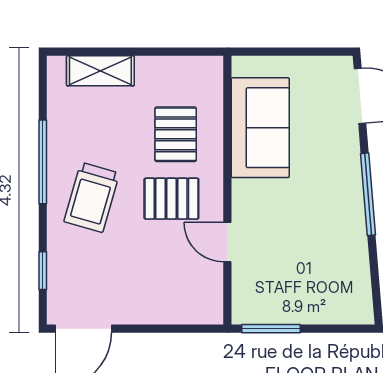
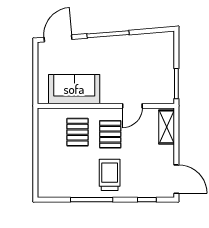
shelving: (100, 71) -> (167, 127), moved
pallet: (176, 134) -> (78, 132), turned 90
trolley: (92, 197) -> (110, 175), turned -106

